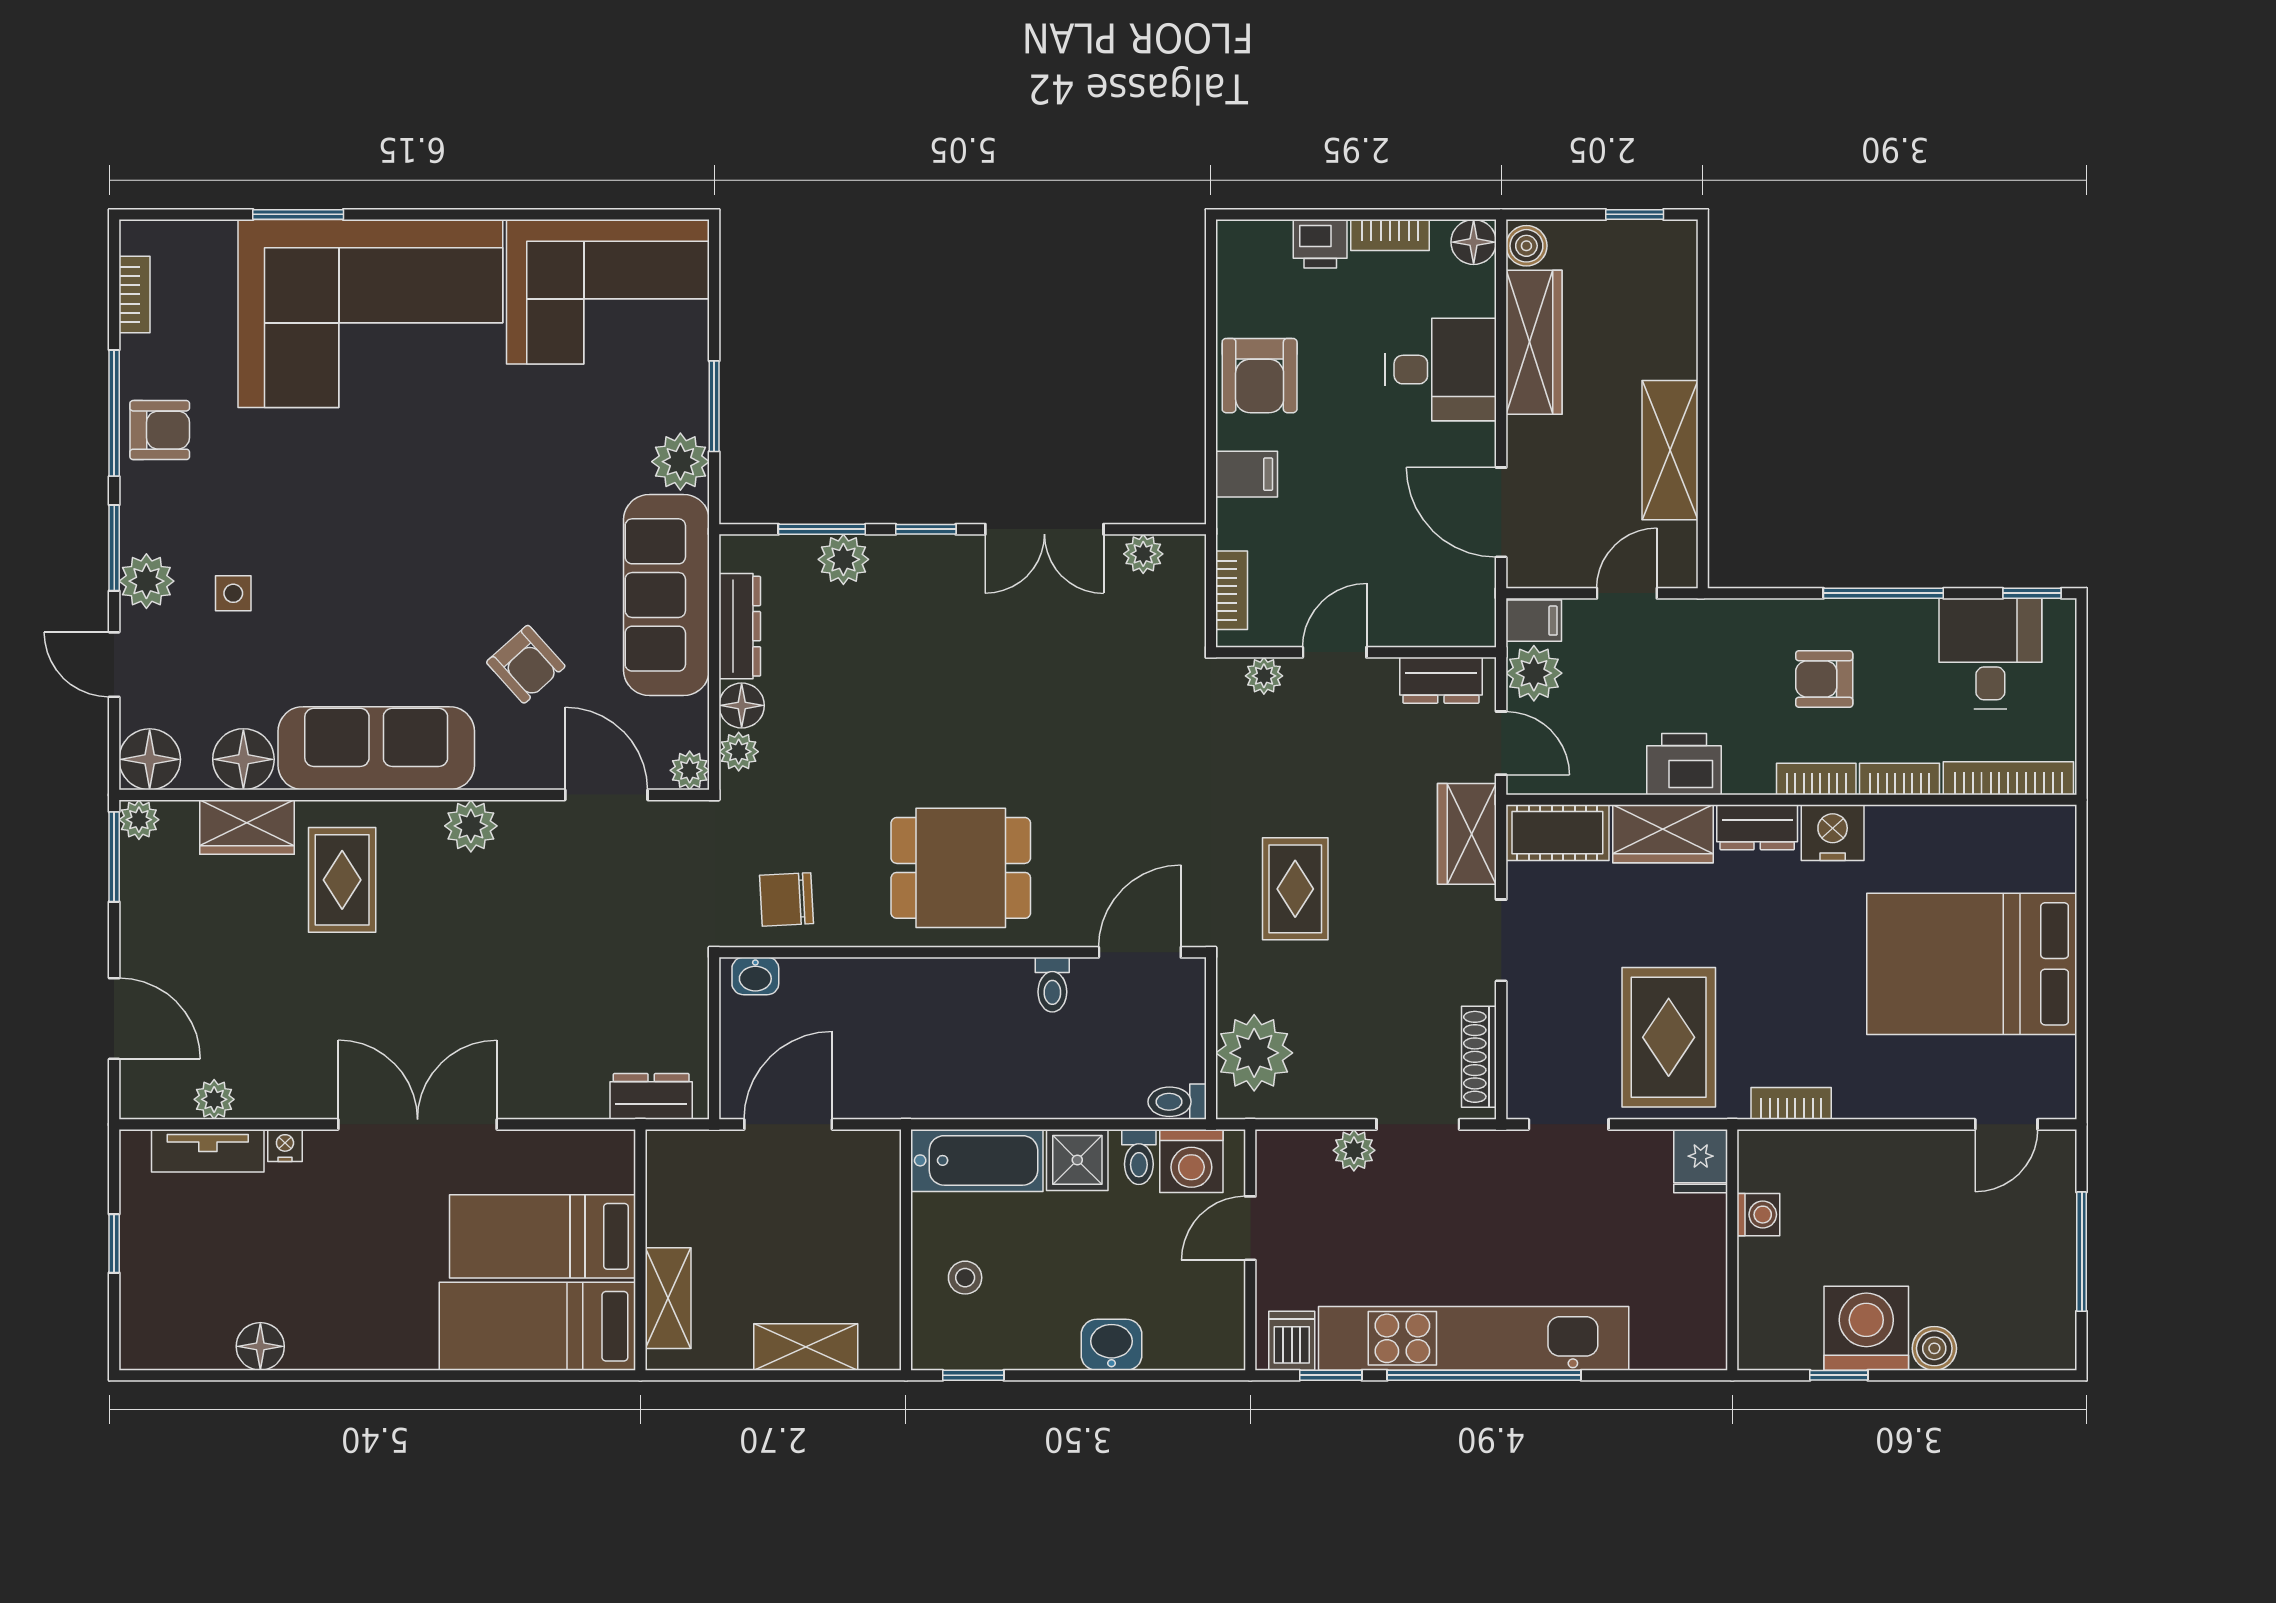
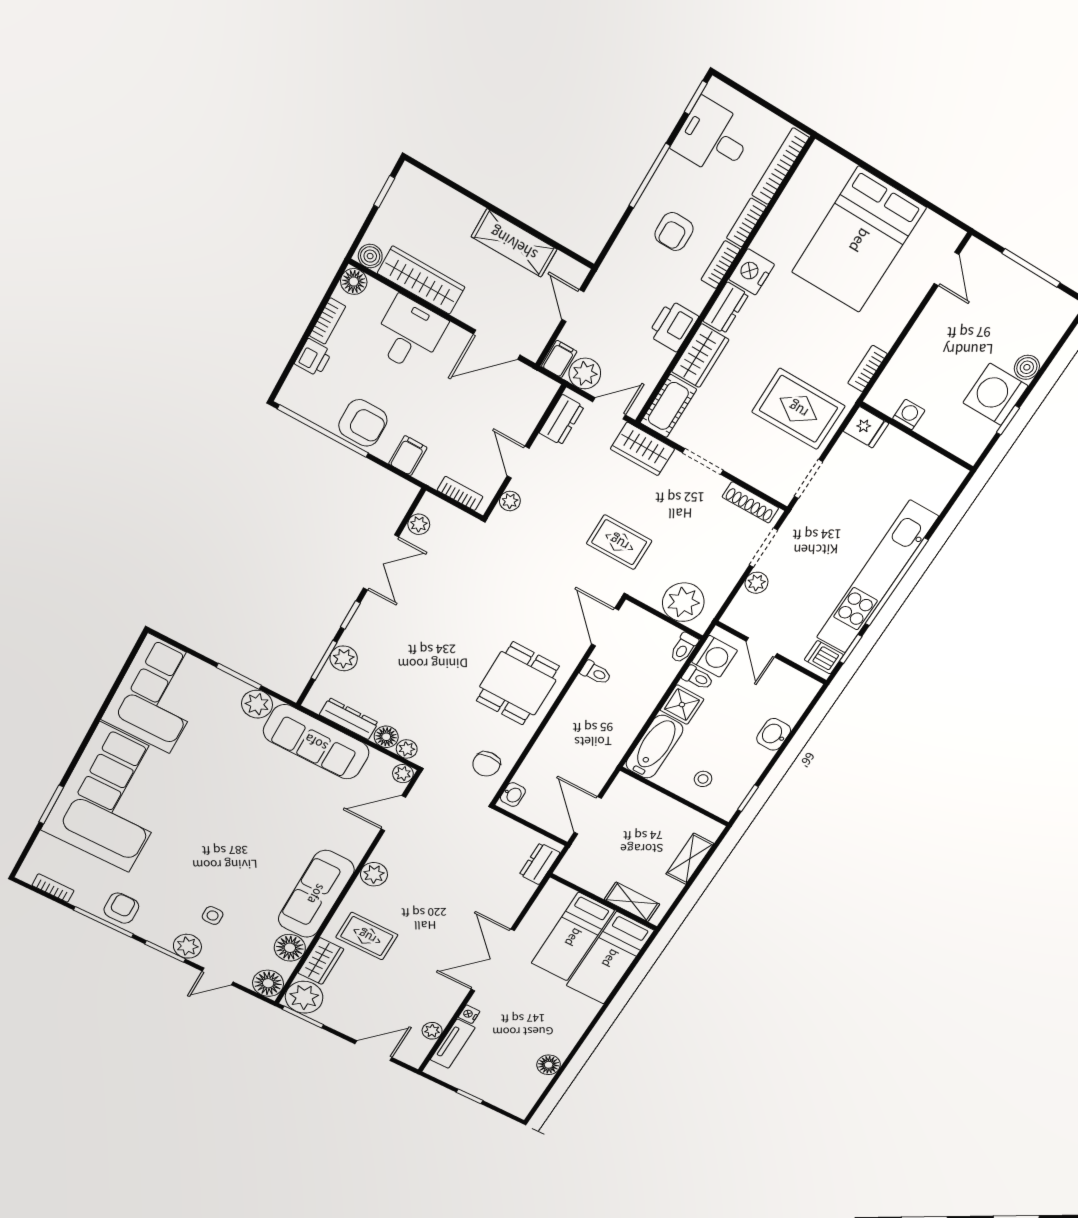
window: (1211, 321) -> (323, 431), added
armchair: (526, 664) -> (314, 816), removed
plant: (139, 820) -> (304, 997), width x1.88, depth x1.88

